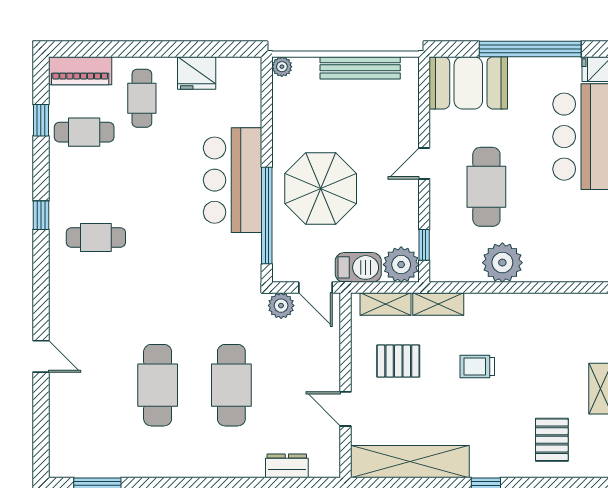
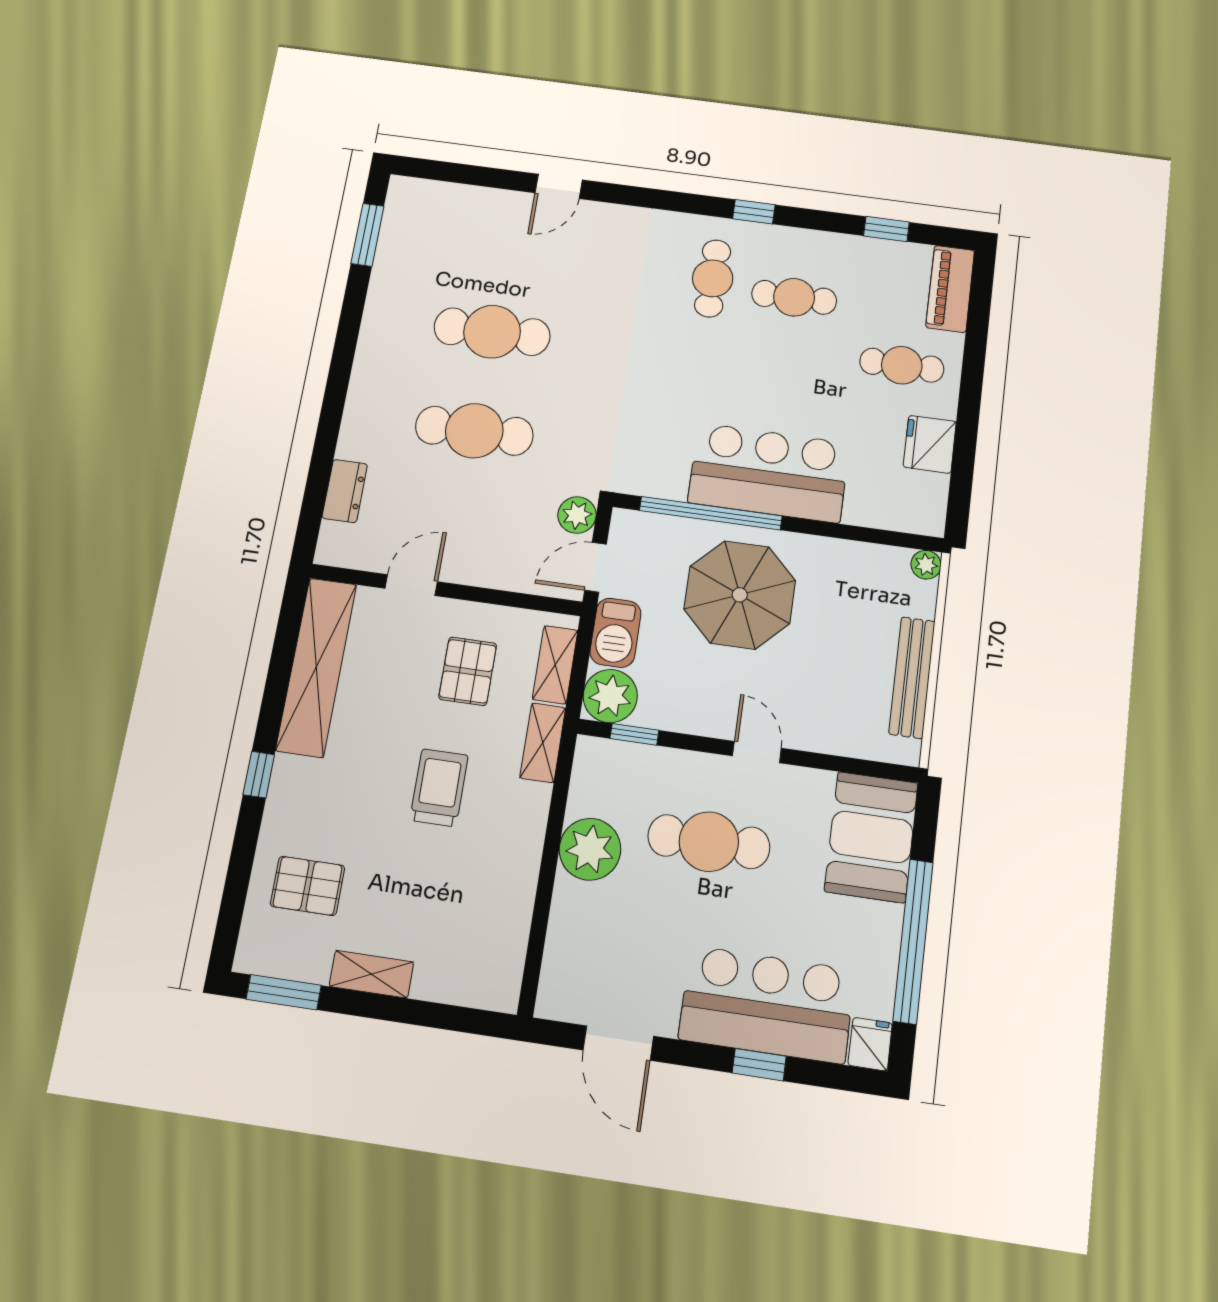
cafe table: (84, 132) -> (794, 297), moved, turned 90
trolley: (477, 367) -> (439, 788), width x1.36, depth x1.39

